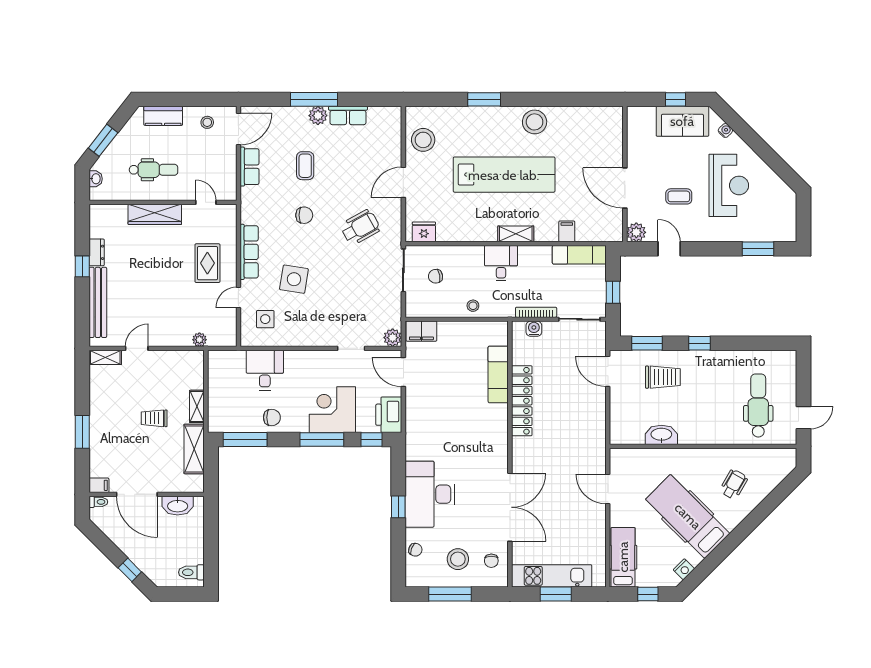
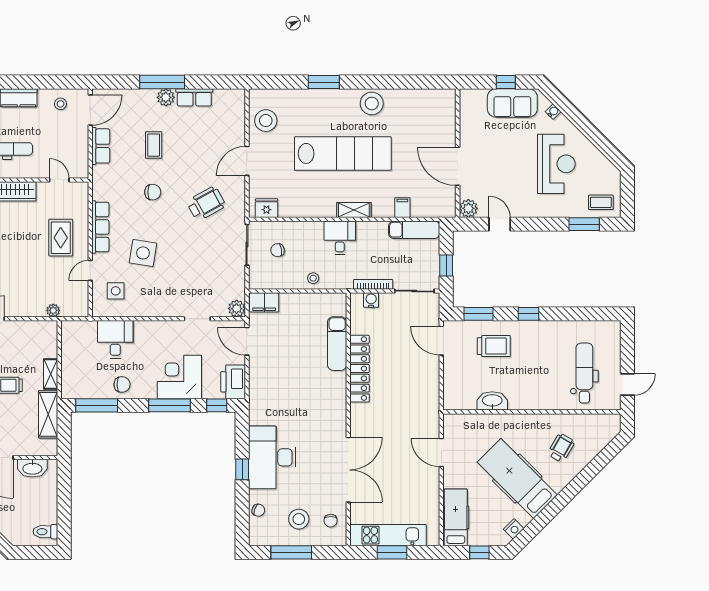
coffee table: (679, 196) -> (601, 202), moved

